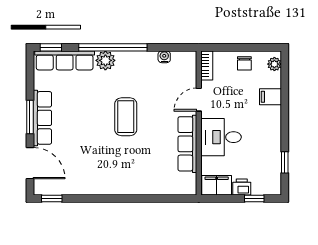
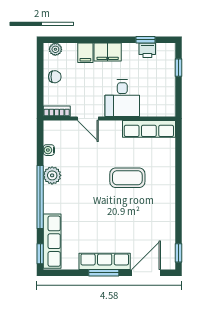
plant: (105, 60) -> (52, 175), moved
coffee table: (126, 117) -> (127, 178), moved
row of seats: (187, 144) -> (149, 129), moved
filing cabinet: (217, 185) -> (108, 52), moved, turned -90
printer: (242, 187) -> (147, 50), moved, turned -90

